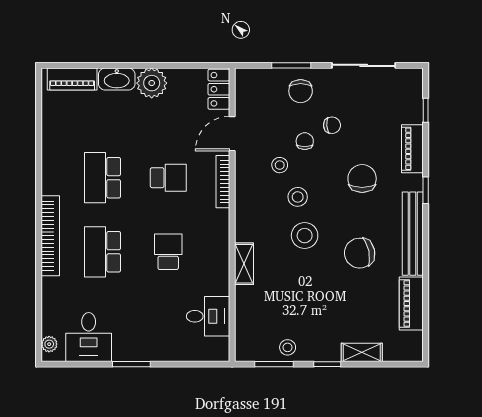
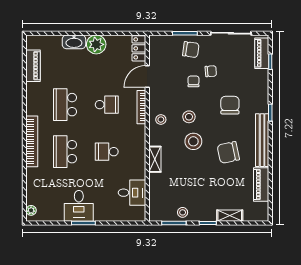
piano: (72, 79) -> (33, 66), moved, turned -90
chair: (301, 91) -> (191, 50), turned -82
piano: (412, 149) -> (262, 53), moved
stool: (280, 165) -> (161, 120), moved
school desk: (168, 252) -> (107, 152), turned -90
desk: (89, 337) -> (79, 206), moved

